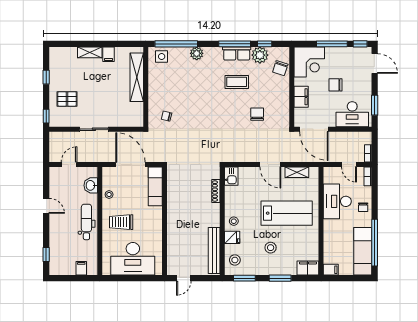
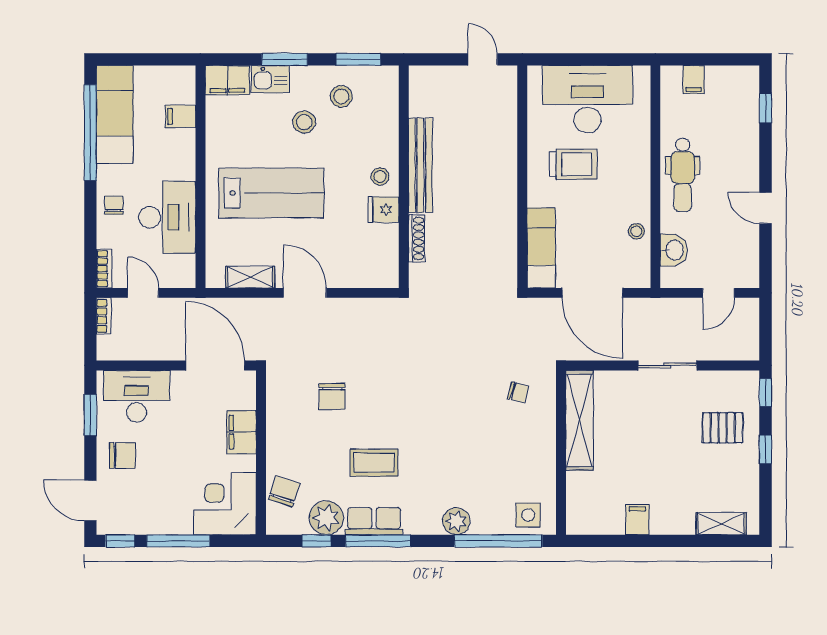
shelving: (90, 52) -> (721, 524), moved
window: (46, 77) -> (766, 449), moved
shelving: (137, 77) -> (580, 420), moved
chair: (336, 85) -> (123, 455), moved
kitchen sink: (231, 176) -> (270, 79), moved, turned -90
lab bench: (287, 213) -> (271, 193), turned 180
trolley: (121, 222) -> (573, 164), moved
fridge: (232, 237) -> (383, 210), moved
bench: (214, 251) -> (420, 165), moved
stool: (235, 260) -> (341, 96), moved
filing cabinet: (331, 270) -> (181, 116), moved
door: (184, 278) -> (483, 59), hinge flipped

